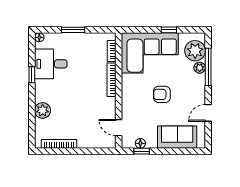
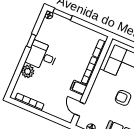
window: (73, 30) -> (63, 14), moved
desk: (51, 64) -> (42, 56), moved
filing cabinet: (107, 104) -> (79, 88), added

